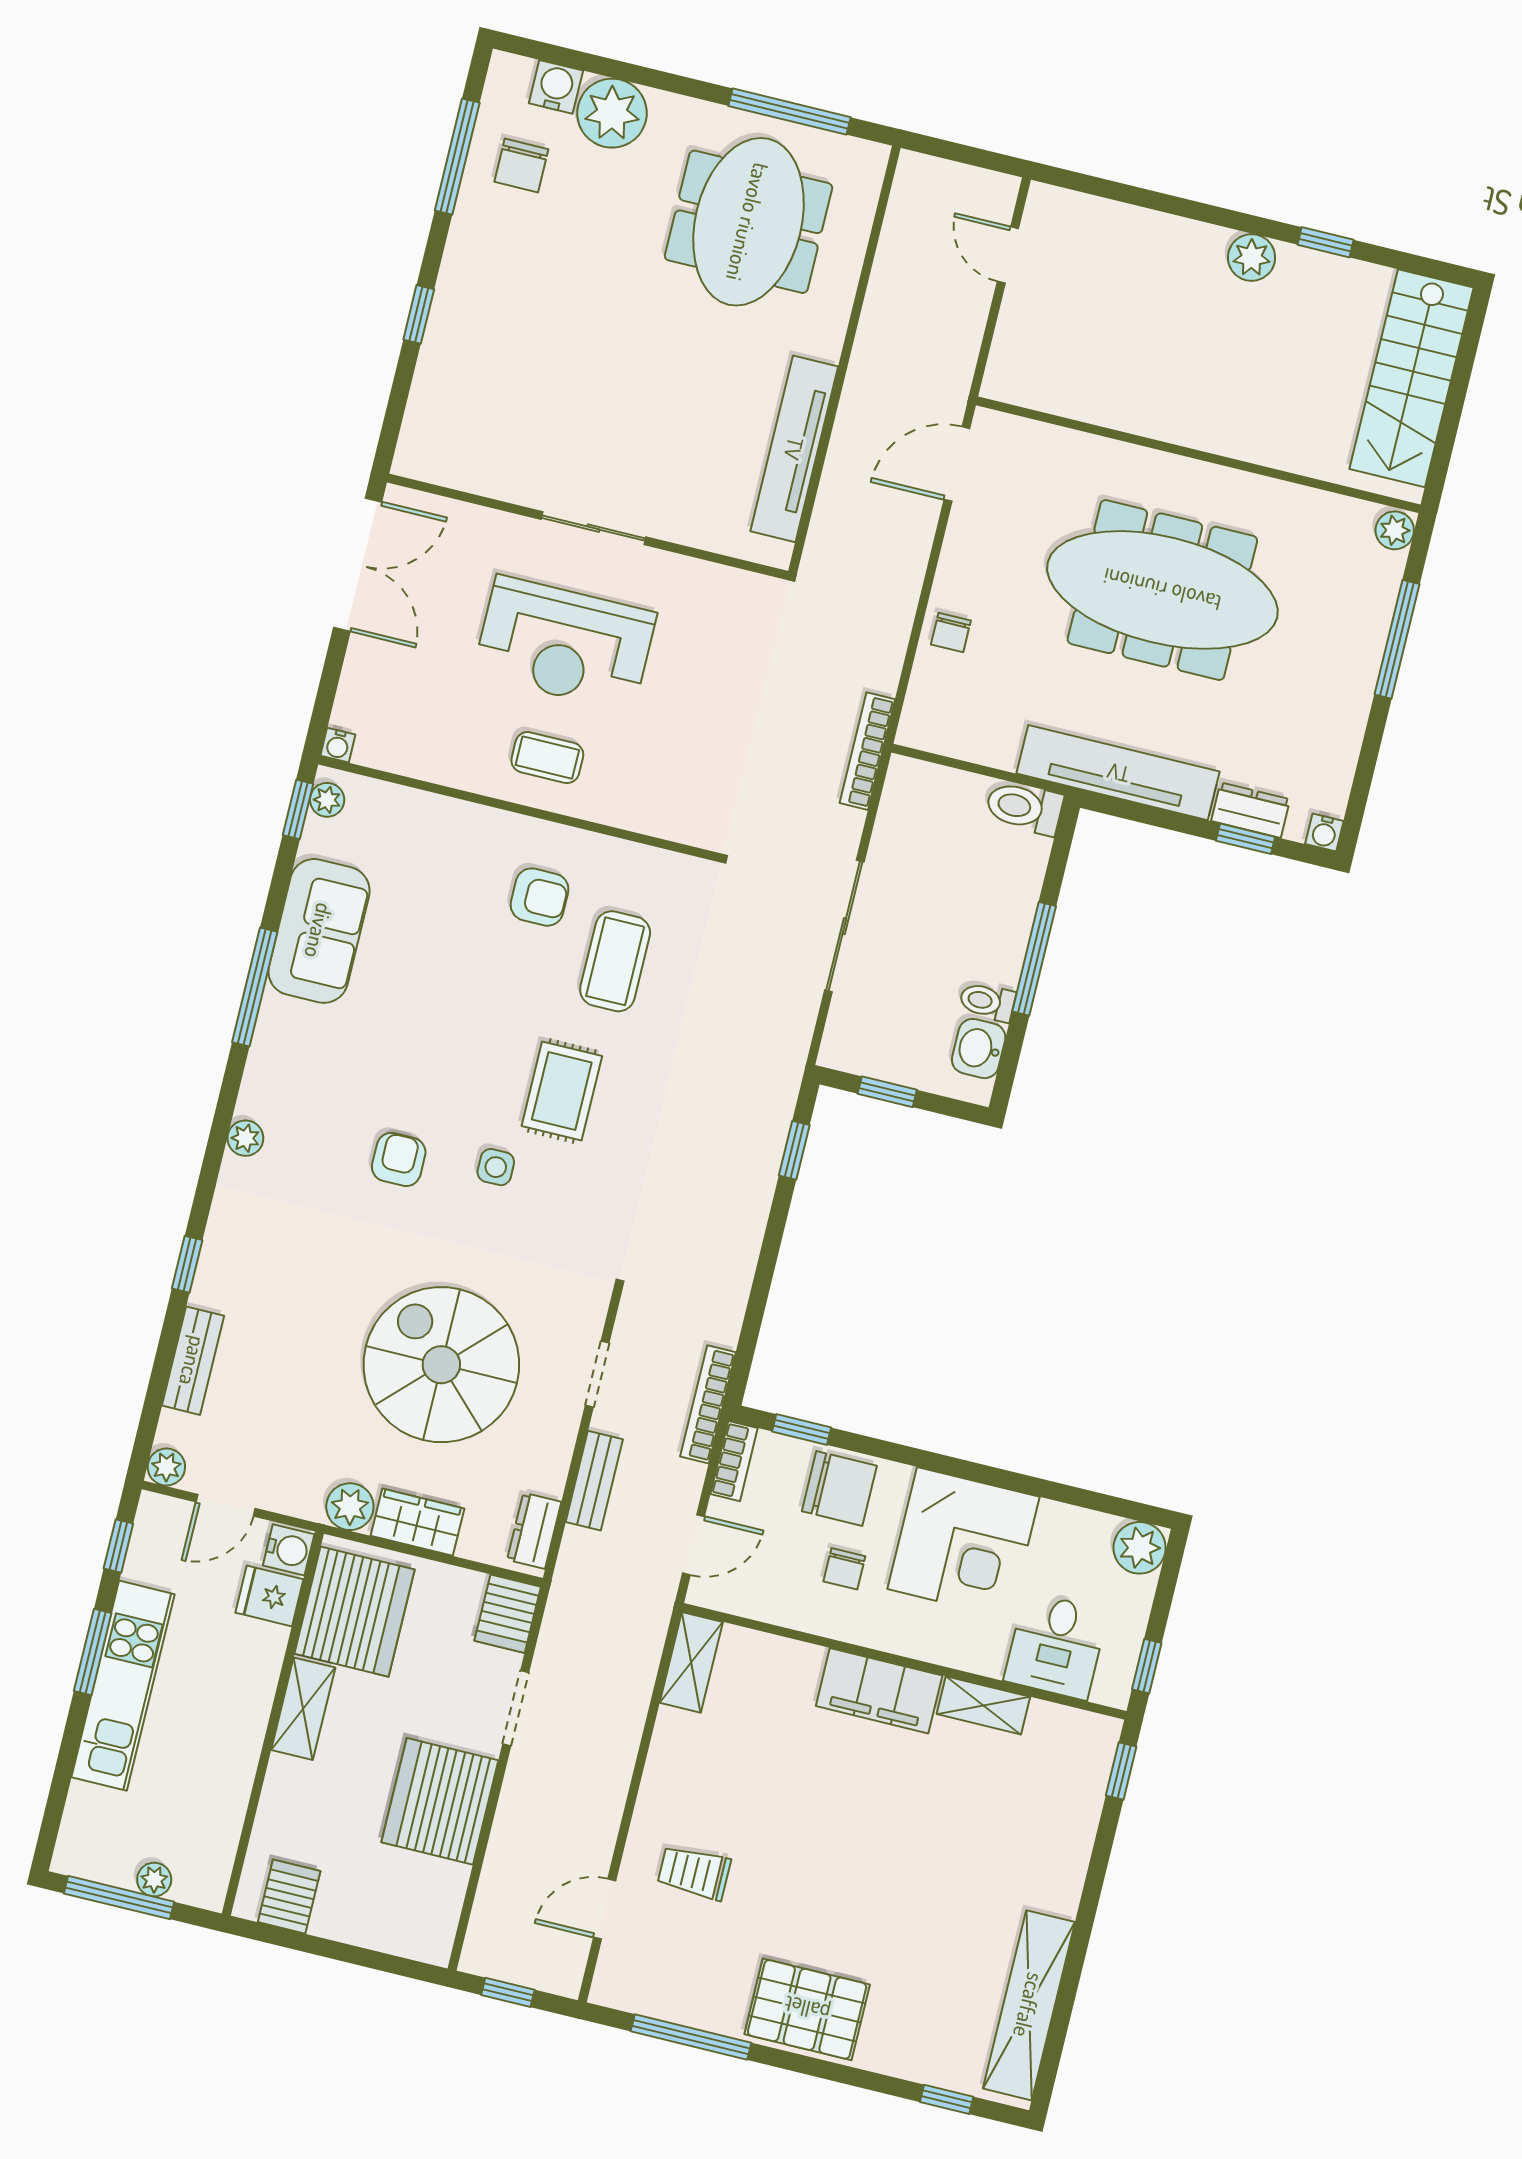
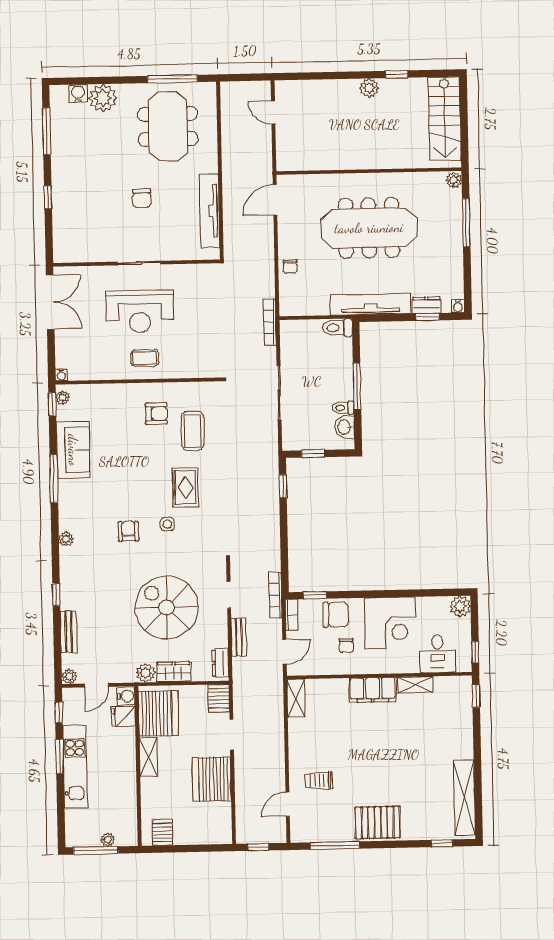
chair: (521, 165) -> (142, 198), moved

